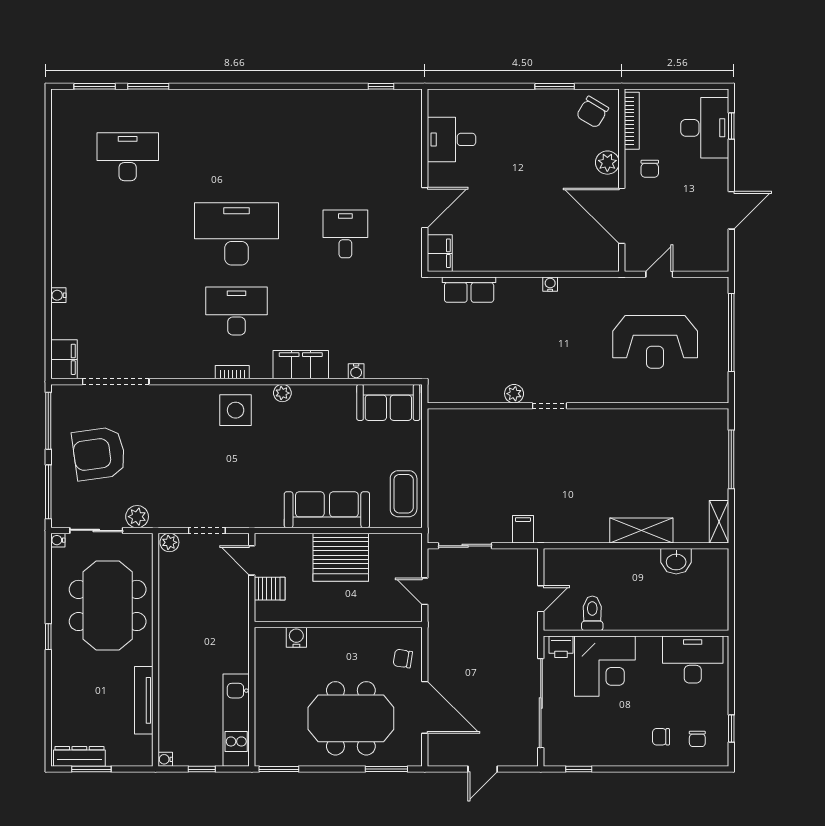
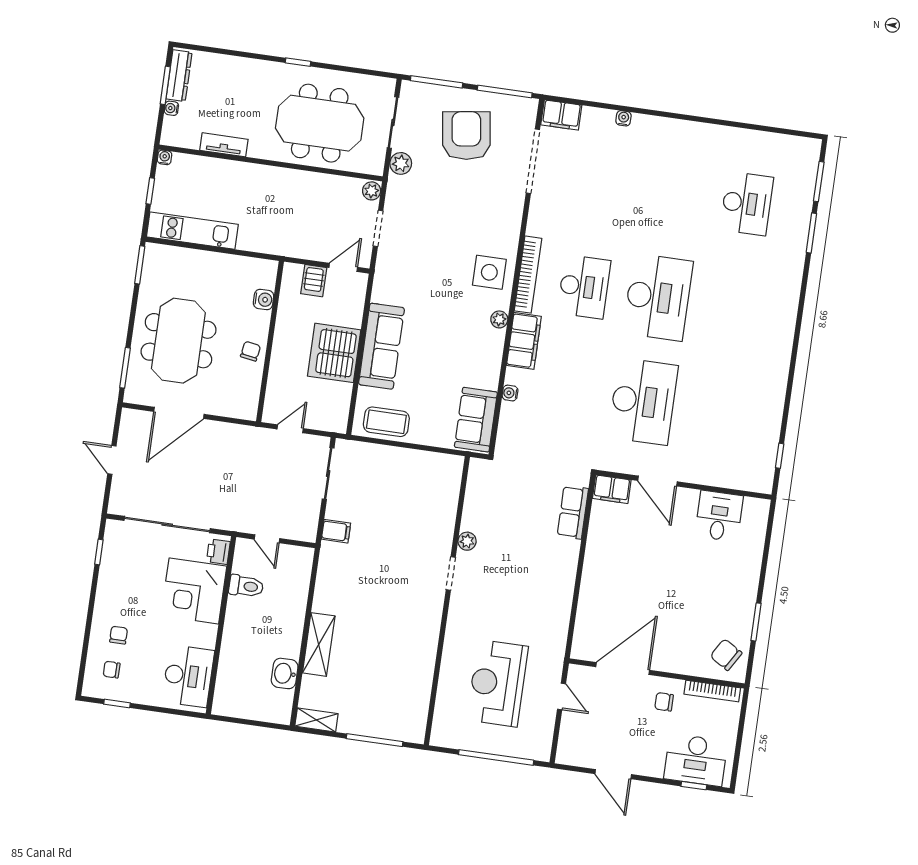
plant: (607, 163) -> (676, 662), removed
desk: (345, 234) -> (643, 401), width x1.87, depth x1.30
water cooler: (550, 284) -> (567, 591), removed
bookcase: (232, 372) -> (528, 275), width x2.31, depth x1.31
water cooler: (58, 540) -> (171, 108), moved, turned -90
chair: (403, 659) -> (251, 351), moved
tv unit: (144, 700) -> (224, 145), width x0.71

